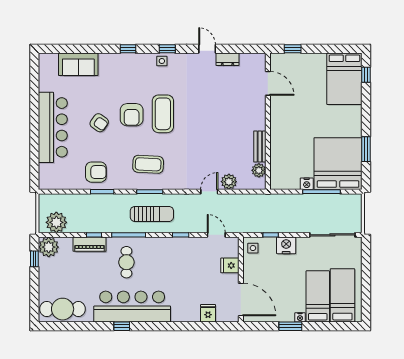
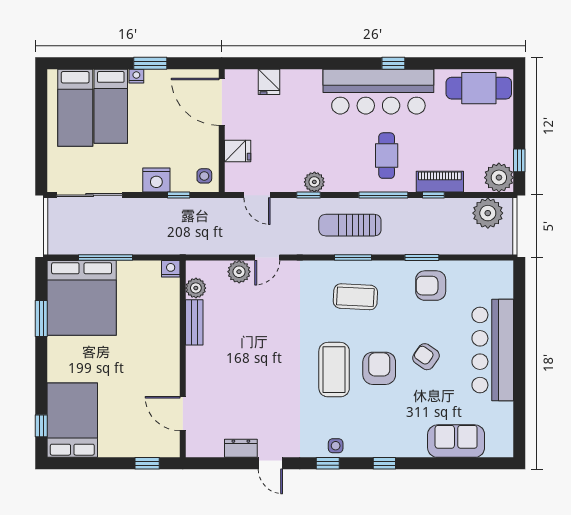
nightstand: (307, 184) -> (171, 269), moved
plant: (177, 244) -> (314, 182), added

